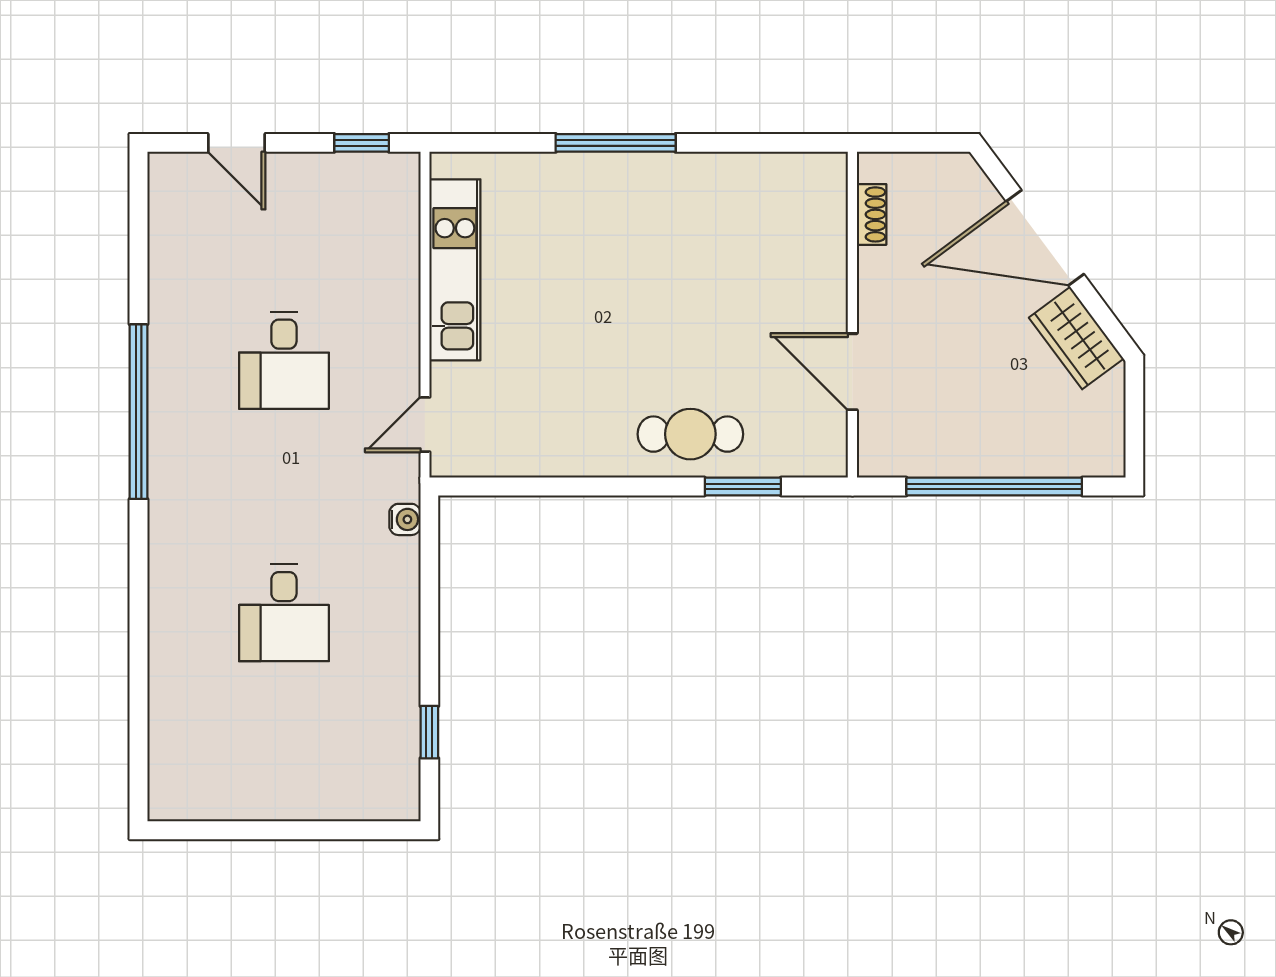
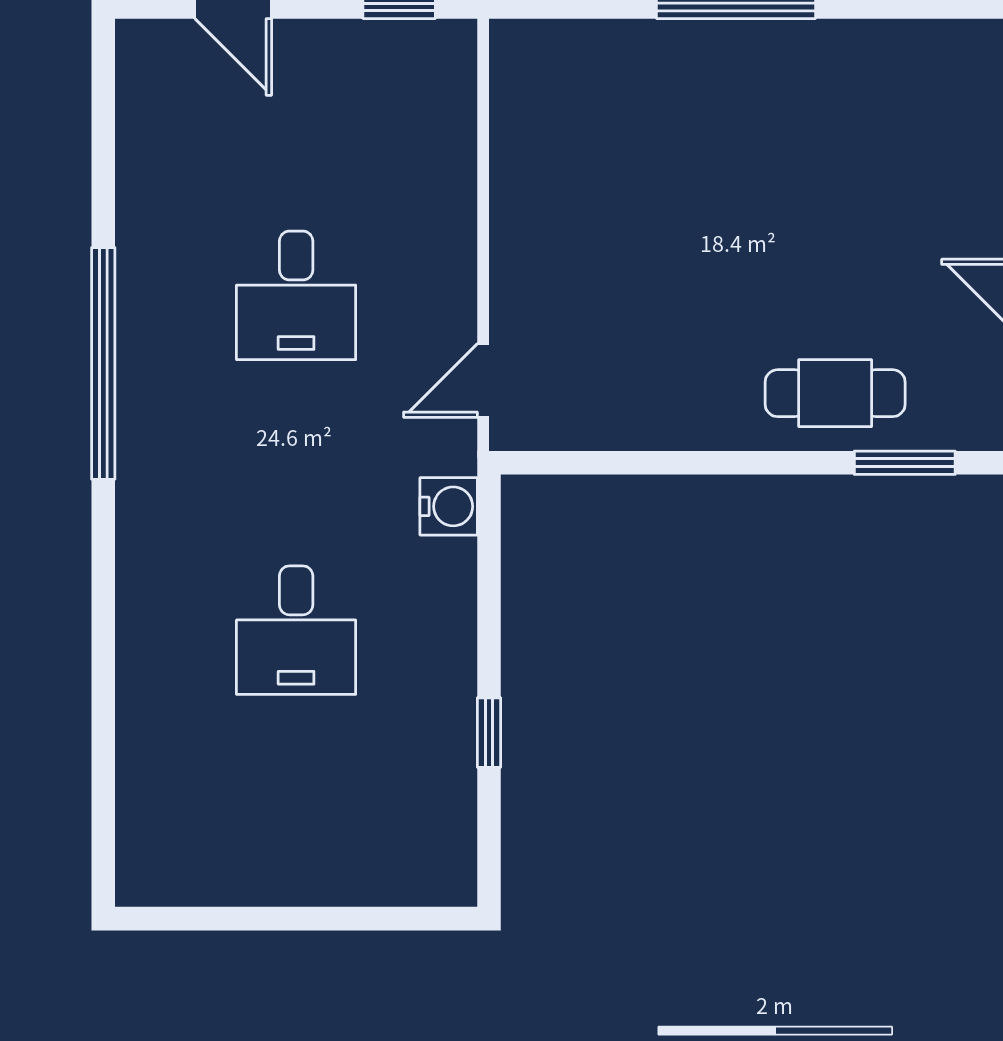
kitchen unit: (455, 270) -> (523, 175), removed
water cooler: (405, 519) -> (449, 506), width x1.38, depth x1.38
window: (429, 732) -> (489, 733), moved

